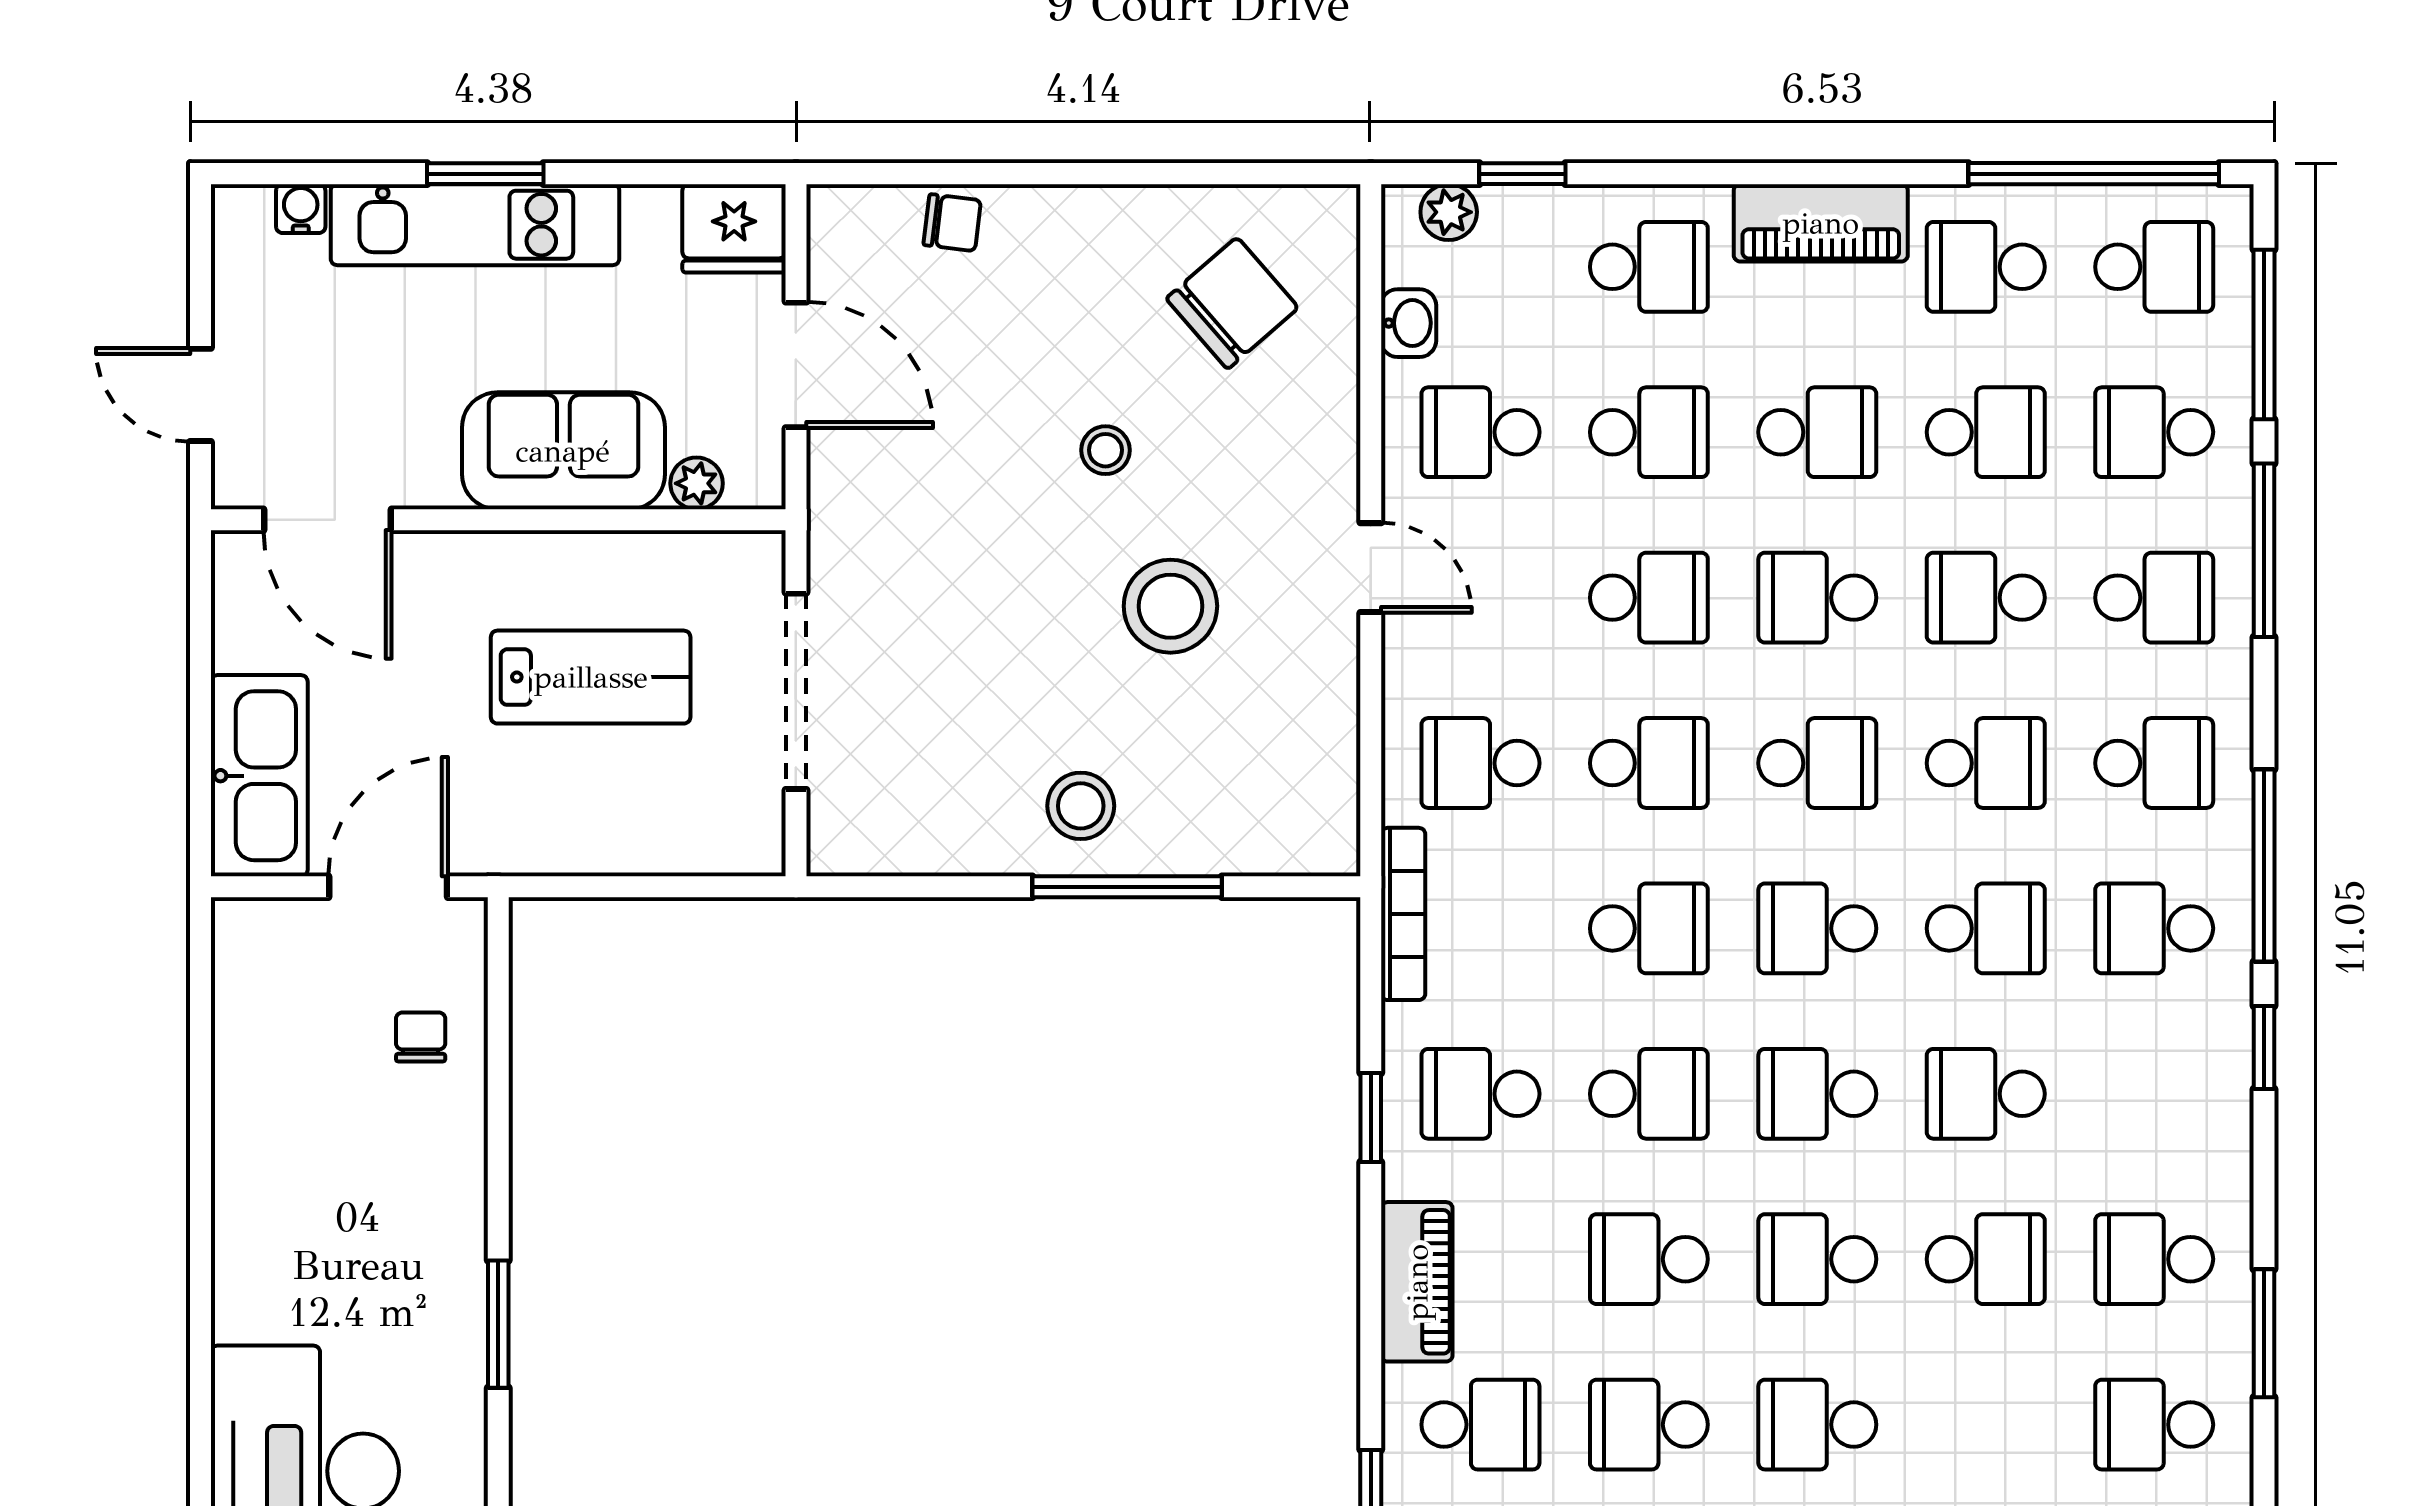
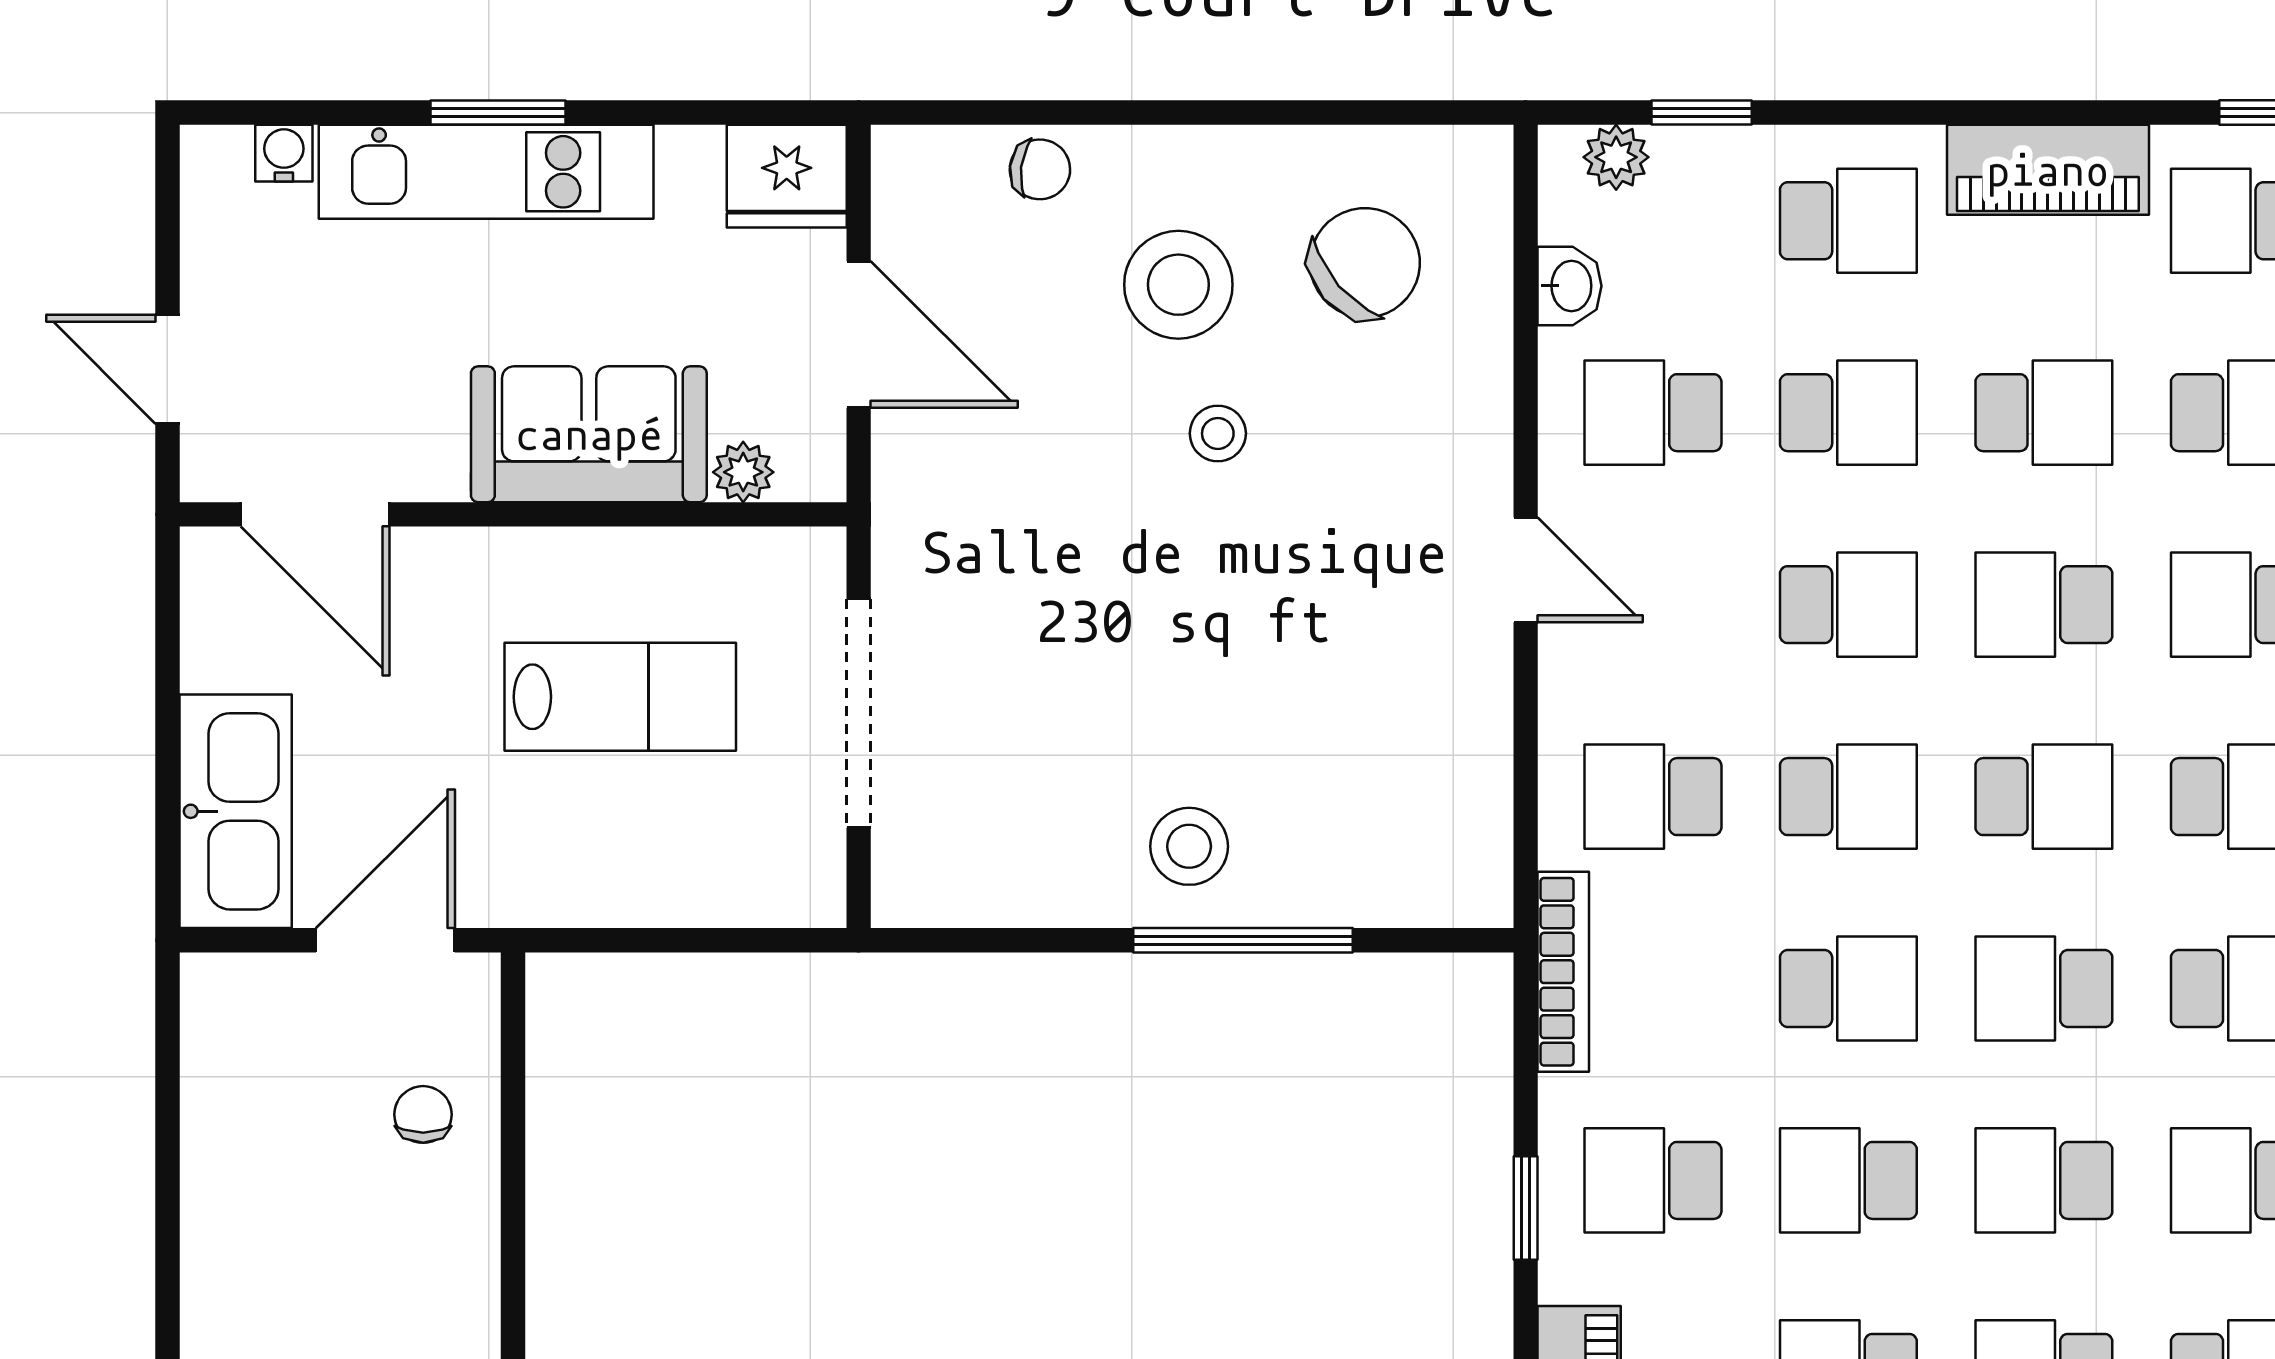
stool: (1170, 606) -> (1178, 285), moved
school desk: (1649, 1094) -> (1848, 1180), turned 180

